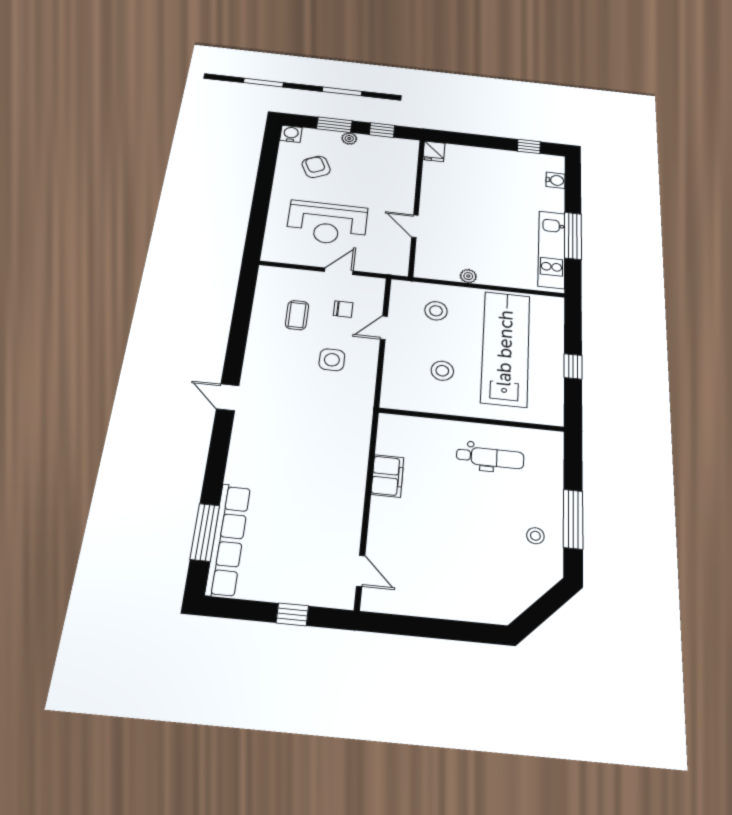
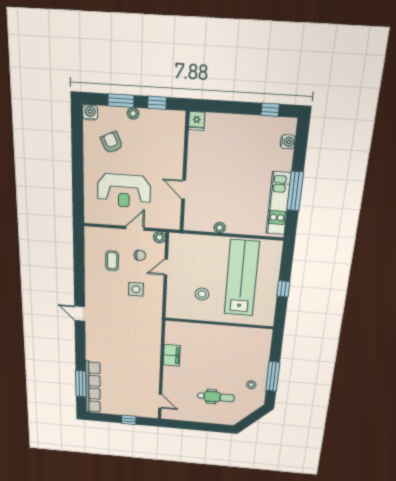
plant: (376, 285) -> (159, 237), added
stool: (436, 311) -> (198, 254), removed
dental chair: (490, 457) -> (216, 397), moved

